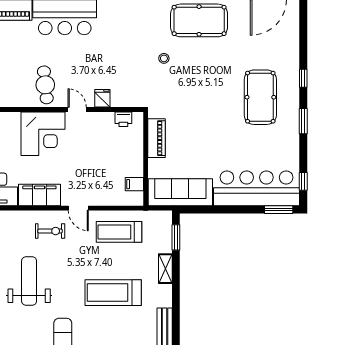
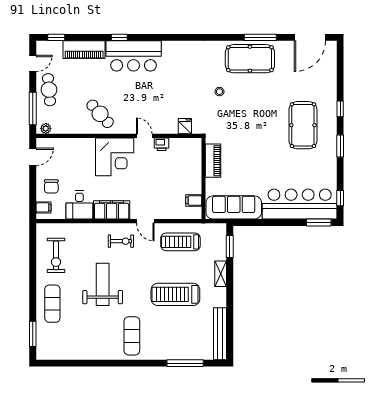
cafe table: (45, 85) -> (100, 114), moved, turned -36
fridge: (102, 98) -> (185, 126), moved
printer: (123, 119) -> (162, 144), moved

